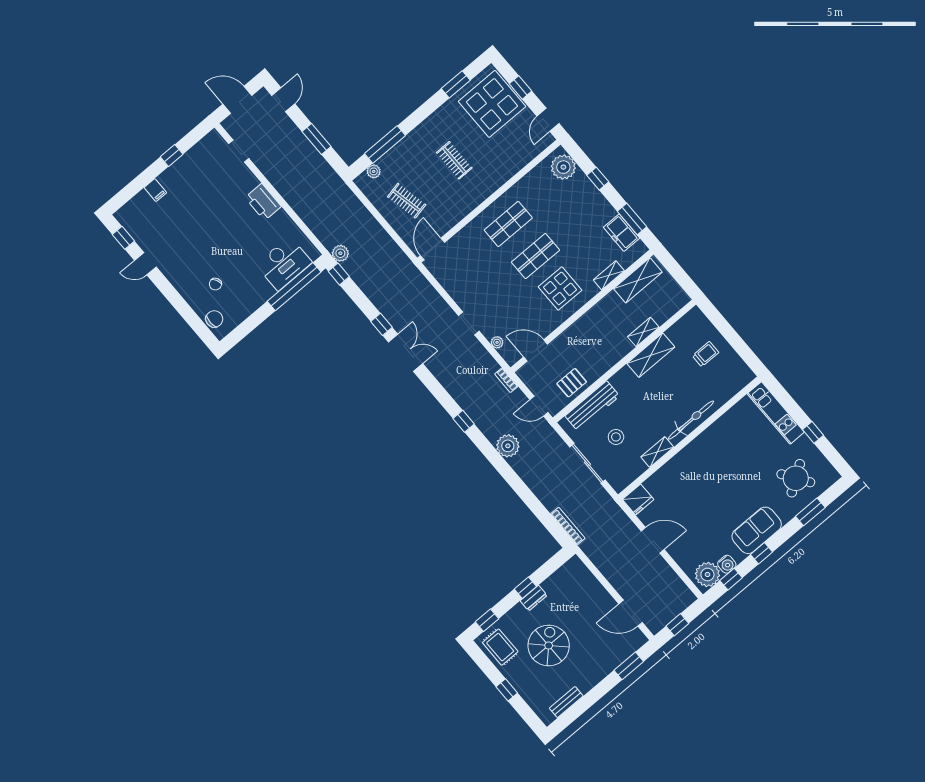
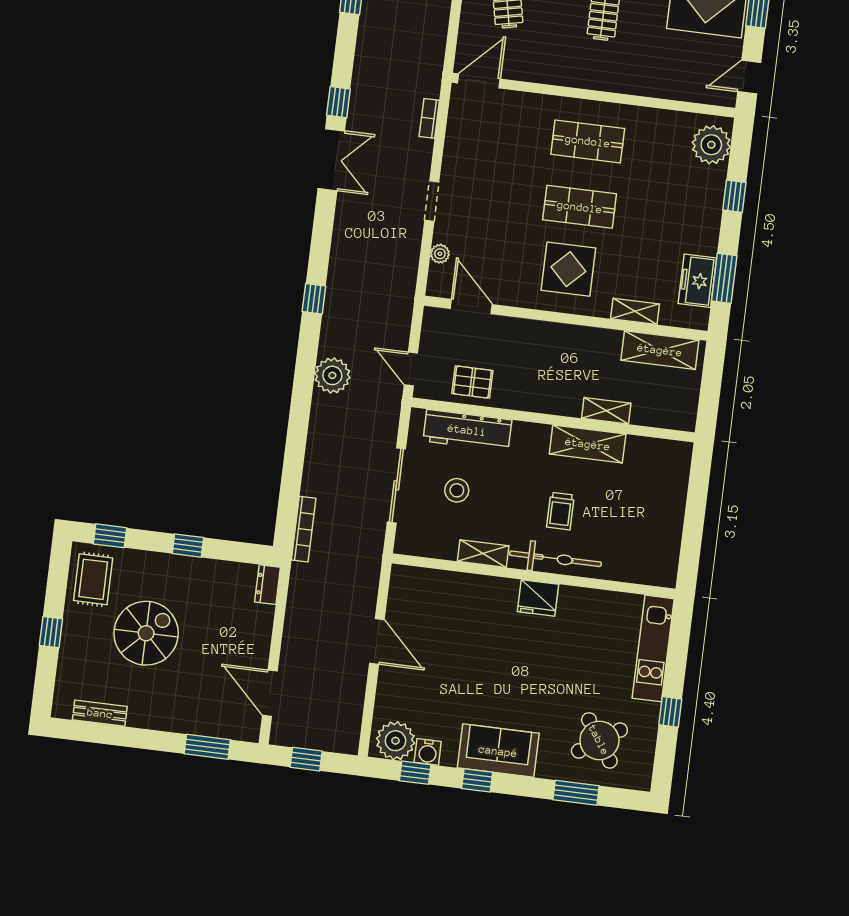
trolley: (706, 354) -> (560, 511), moved, turned 90
bookcase: (506, 380) -> (429, 118), moved
fridge: (638, 499) -> (538, 598), moved
dresser: (534, 598) -> (268, 585), moved, turned 90

